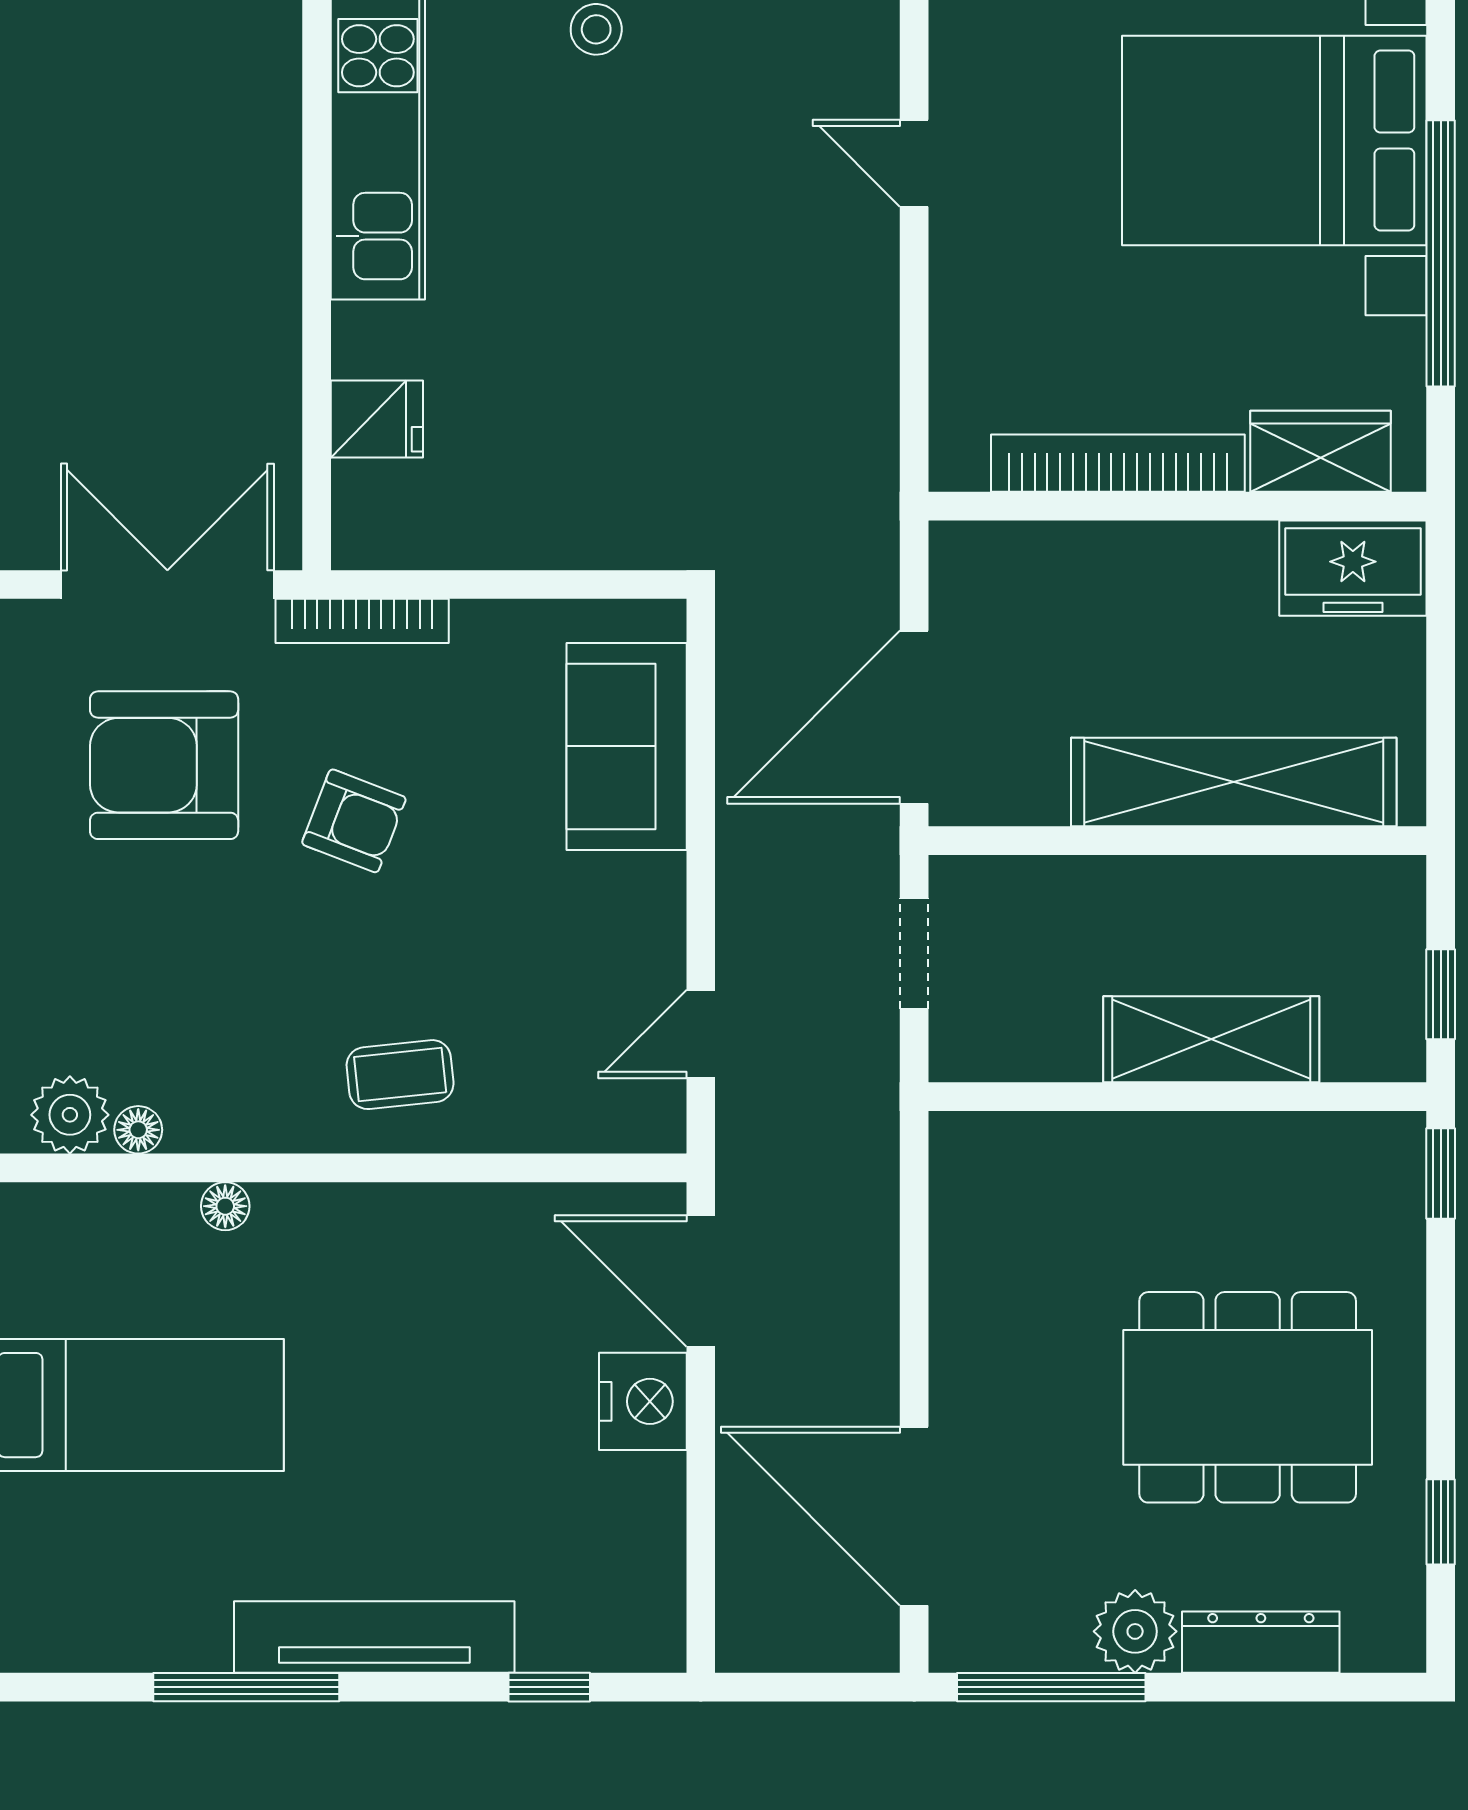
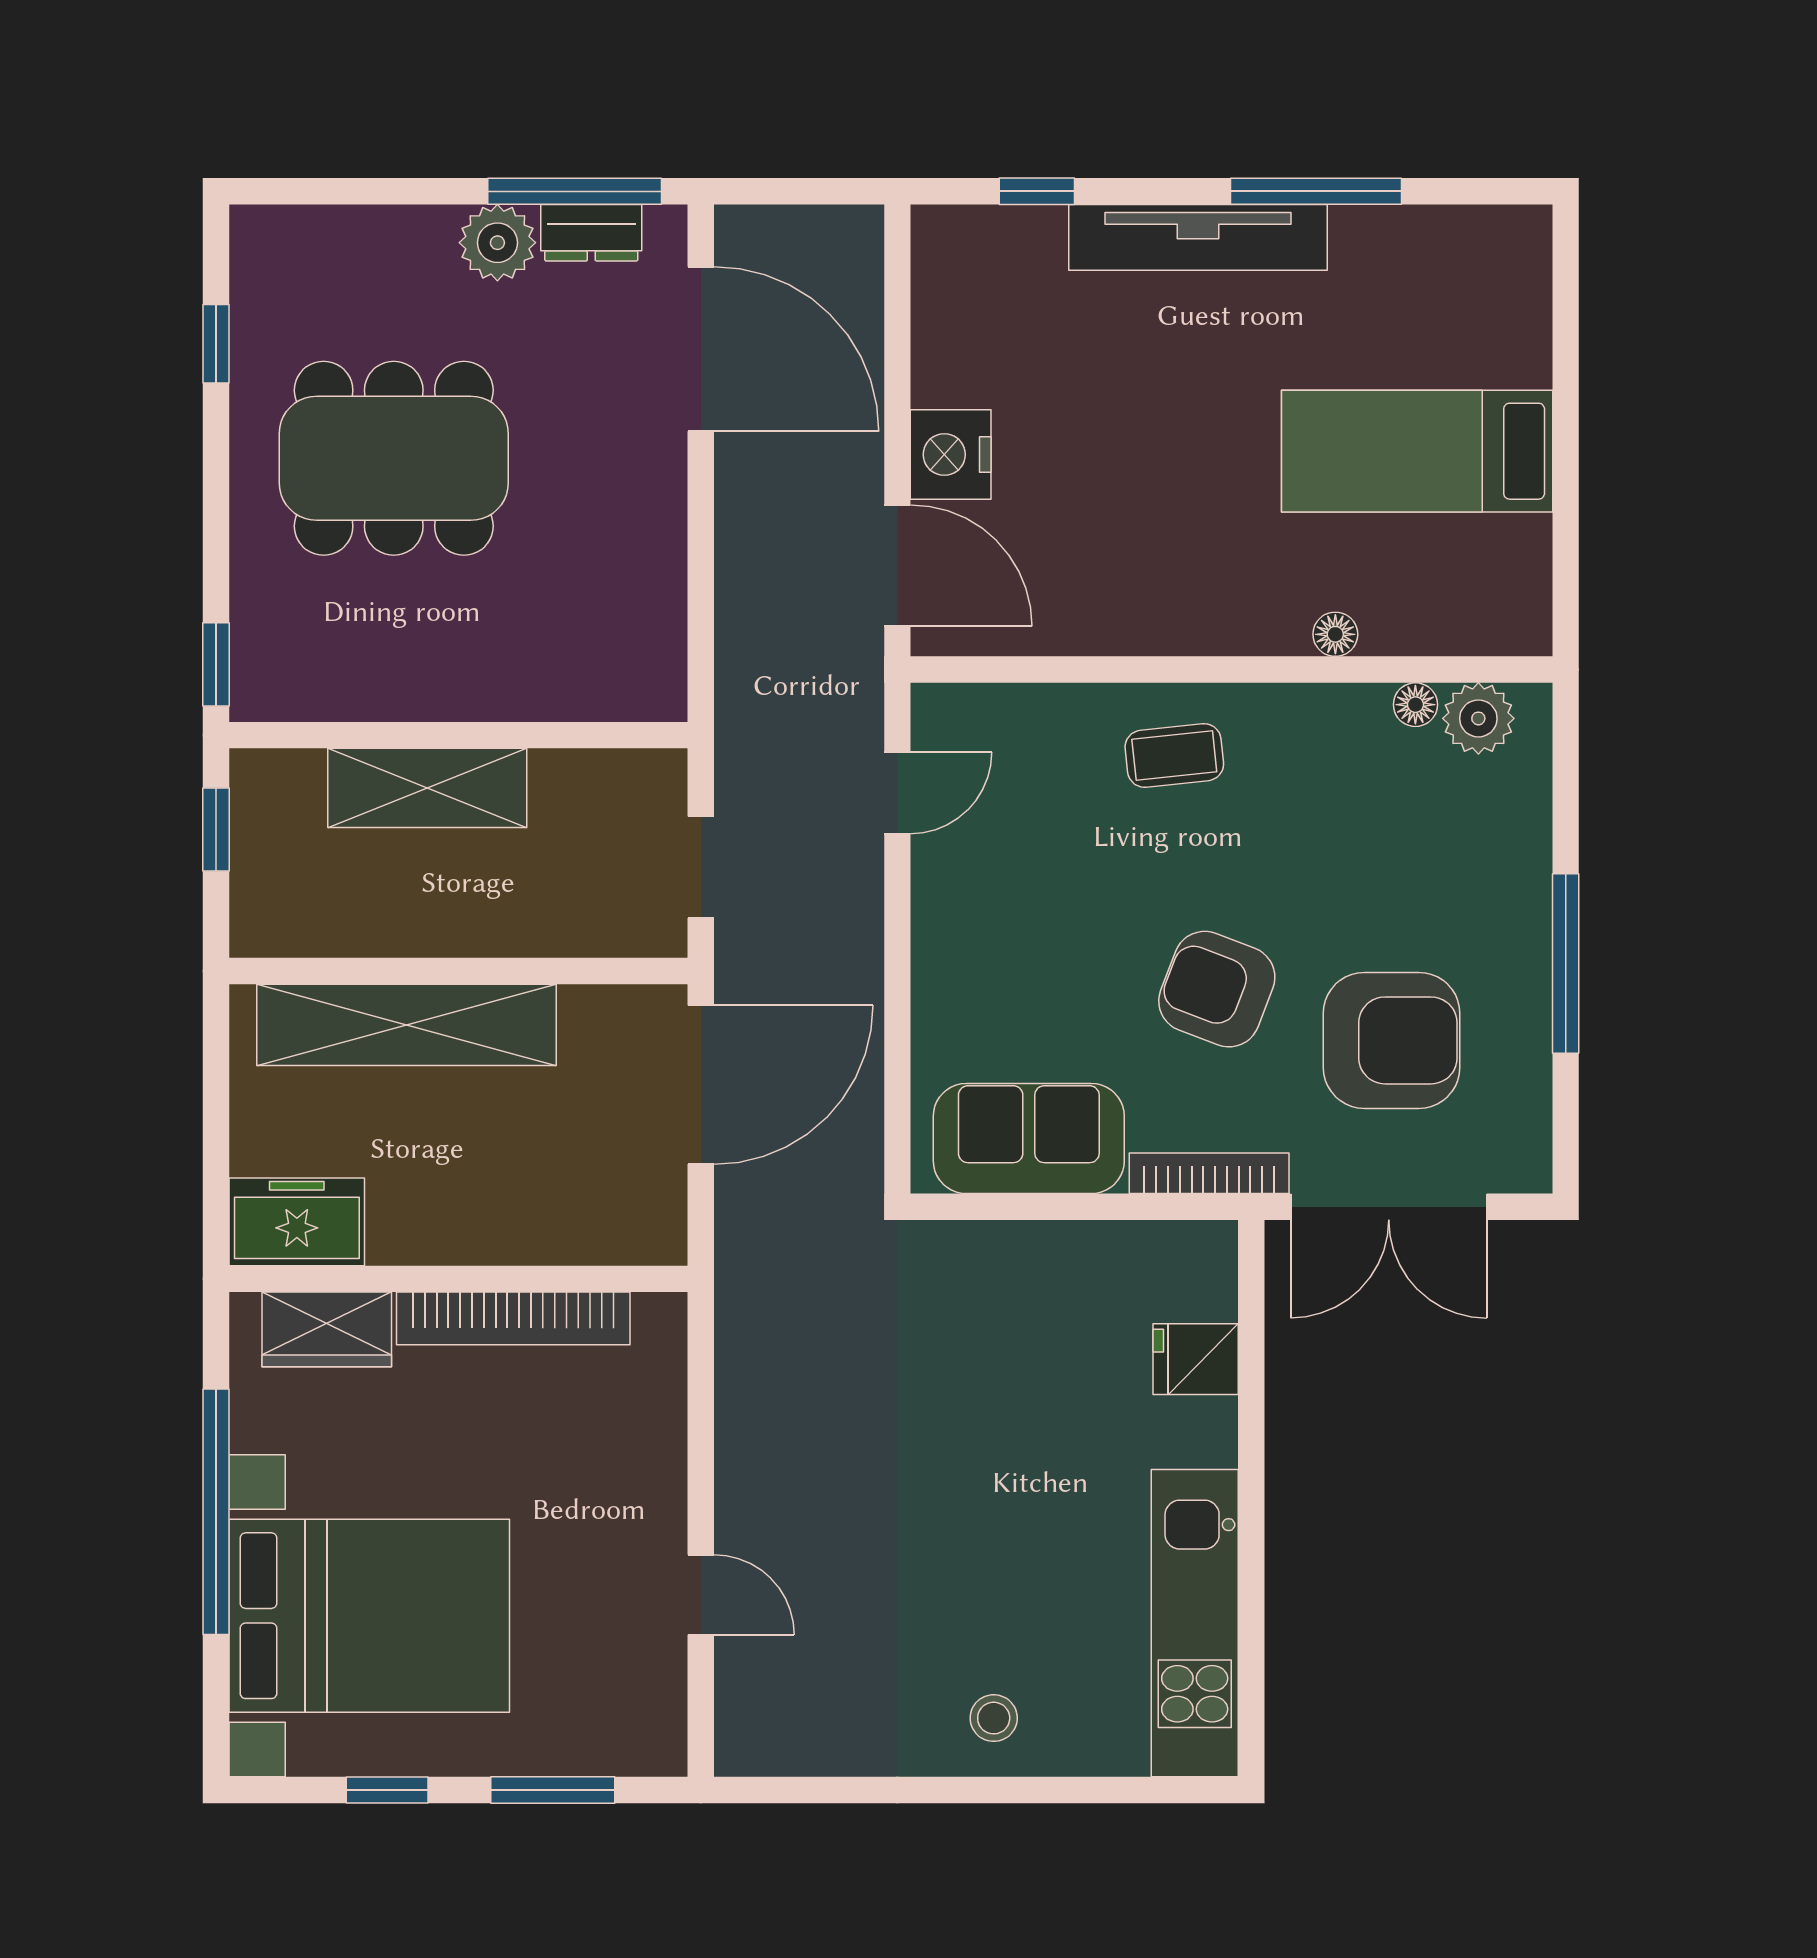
sofa: (627, 746) -> (1029, 1139), moved, turned -90
armchair: (354, 821) -> (1217, 989), width x1.38, depth x1.38
dresser: (1261, 1642) -> (591, 233), moved, width x0.70

